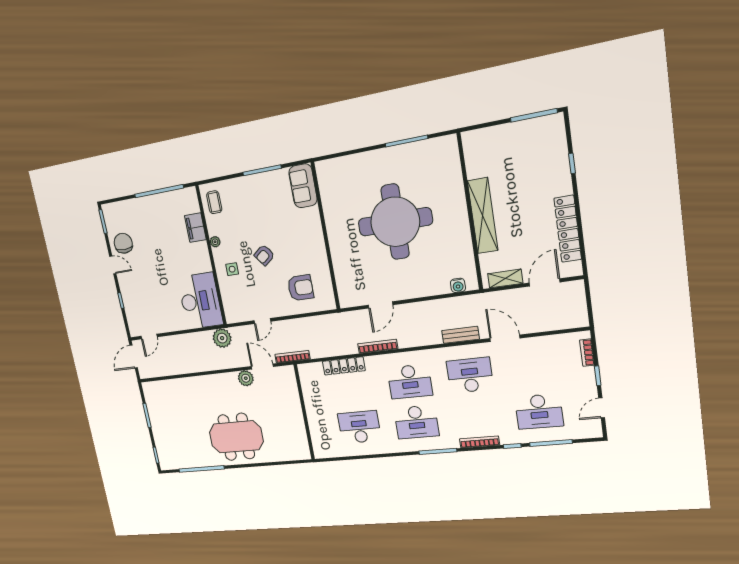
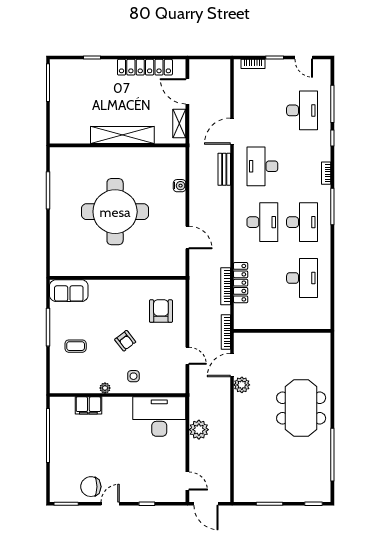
coffee table: (214, 202) -> (76, 346), moved
water cooler: (458, 285) -> (180, 186), moved
plant: (222, 338) -> (199, 430), moved
bookcase: (378, 346) -> (226, 286), moved
desk: (359, 427) -> (302, 278), turned 180
bookcase: (479, 442) -> (326, 173), width x0.64

